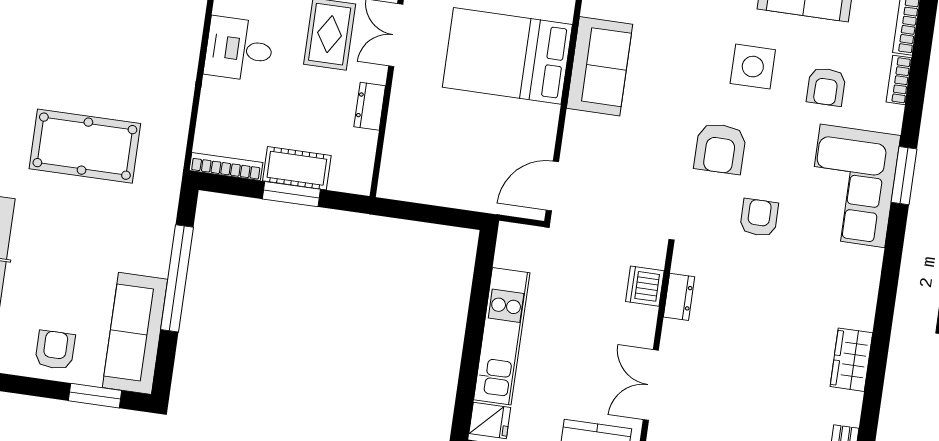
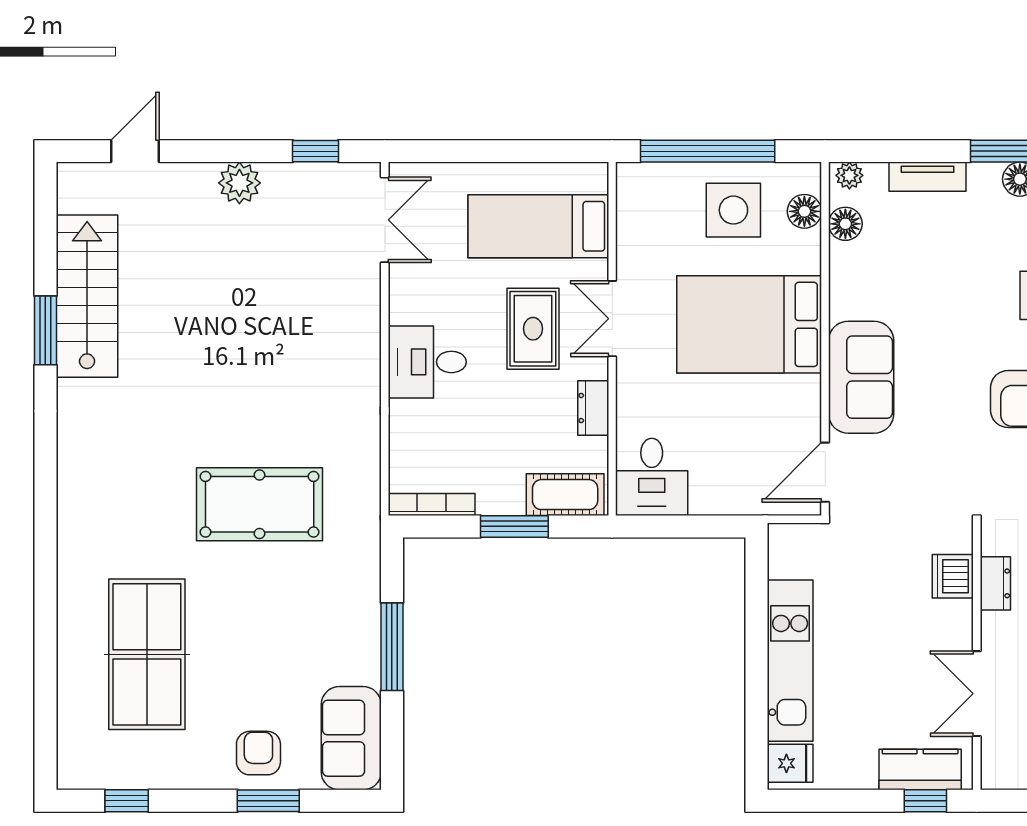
sofa: (600, 66) -> (861, 377), moved
cot: (297, 168) -> (565, 495), moved
desk: (410, 169) -> (652, 477), added
window: (177, 278) -> (392, 647), width x0.68
sofa: (135, 333) -> (351, 738), width x0.73
window: (95, 396) -> (268, 801), moved

